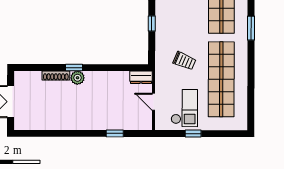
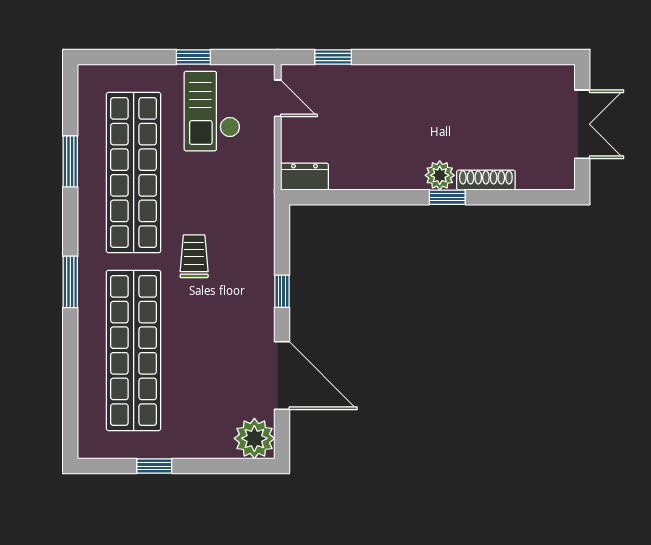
trolley: (184, 61) -> (194, 256), moved, turned 67
window: (251, 85) -> (70, 161), added
door: (154, 102) -> (278, 98), moved
window: (115, 133) -> (333, 57), moved

